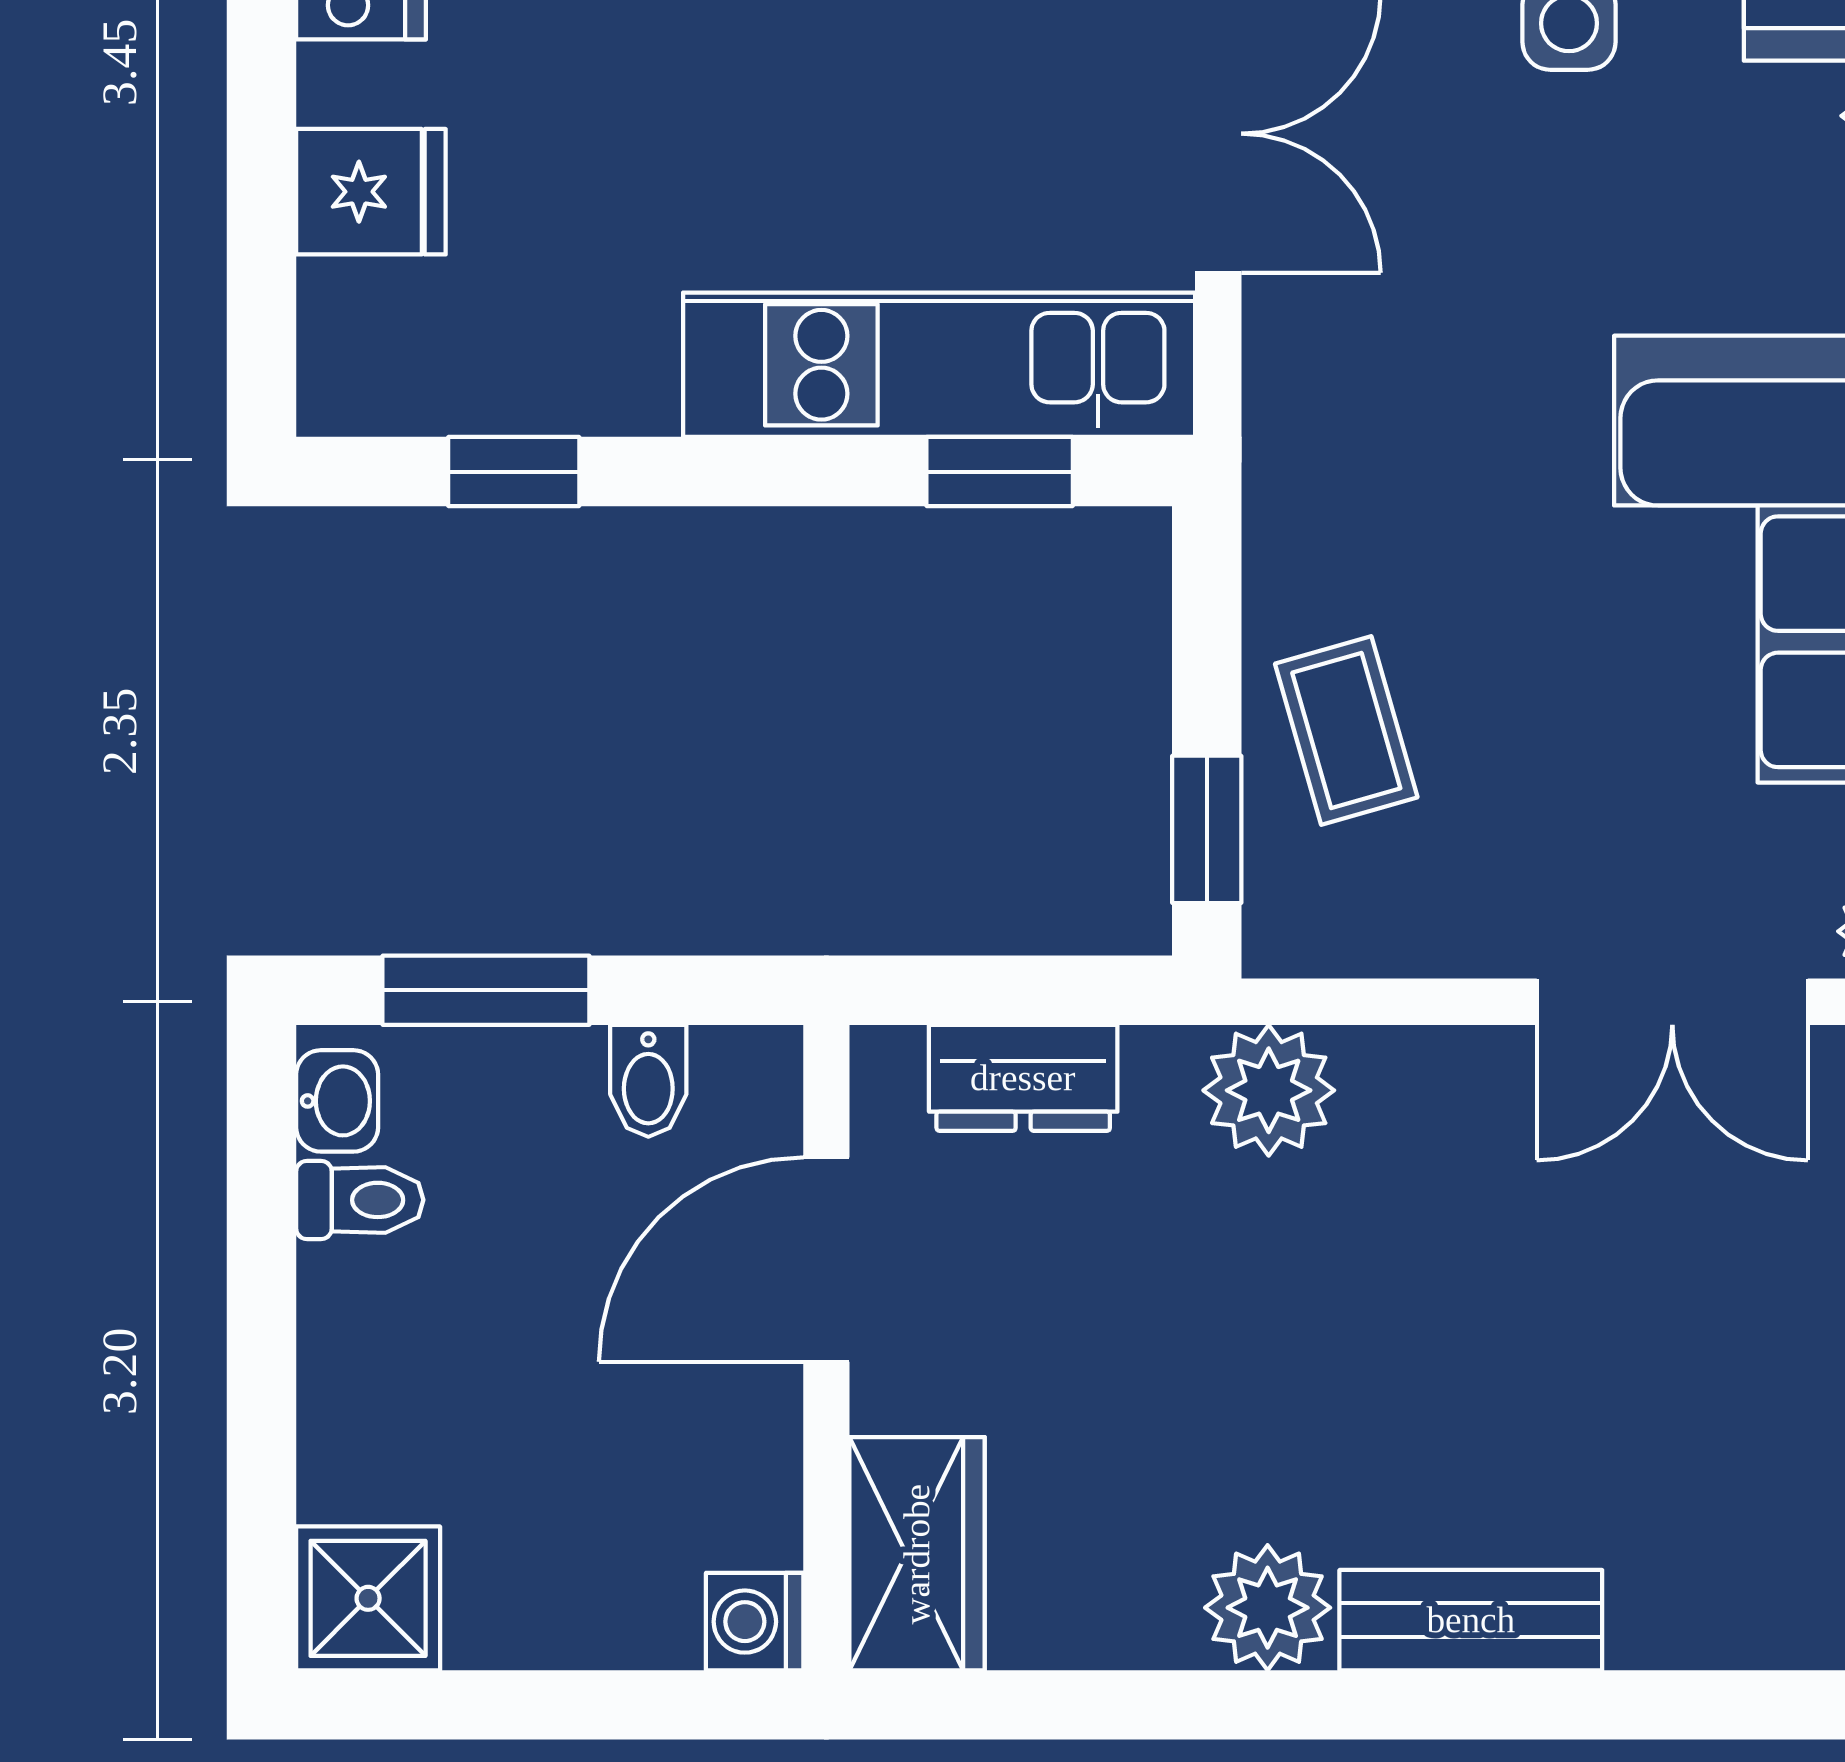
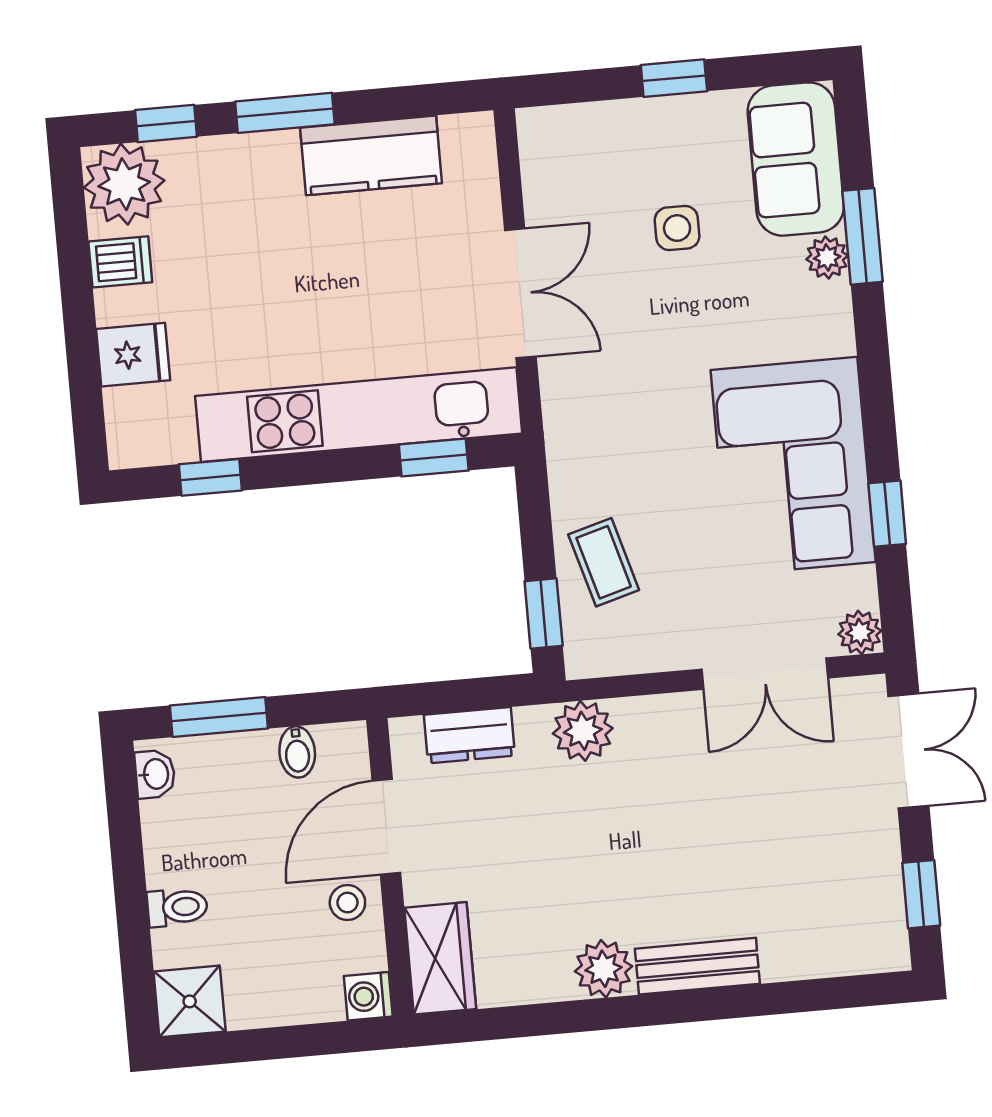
kitchen unit: (939, 365) -> (359, 415), width x1.36
toilet: (360, 1200) -> (177, 907), moved
stool: (728, 1415) -> (347, 902), added

